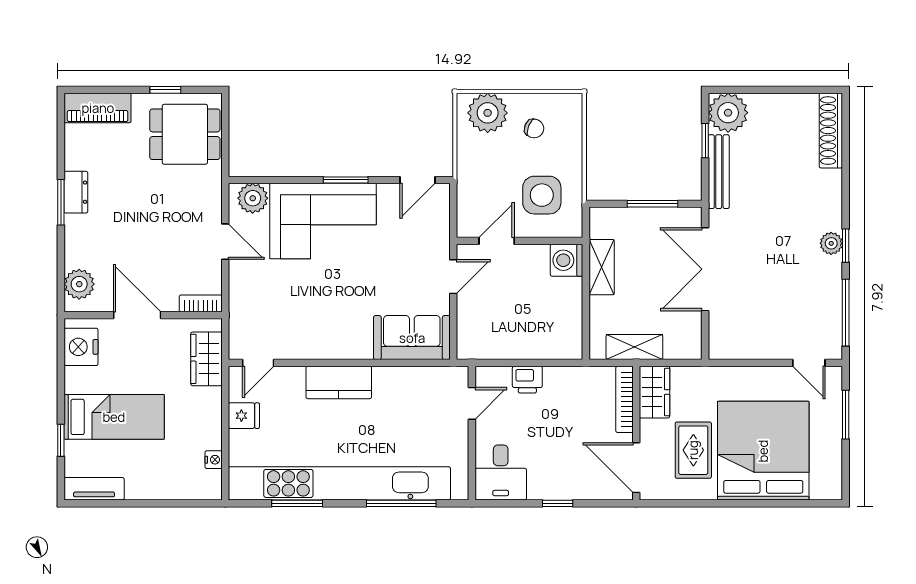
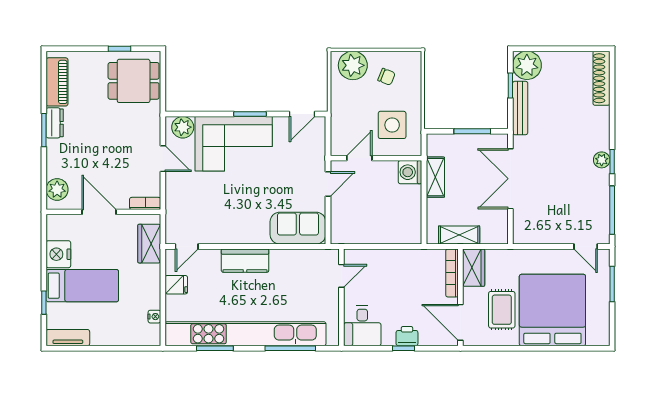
piano: (98, 108) -> (57, 82), moved, turned -90
nightstand: (81, 347) -> (58, 254), moved
printer: (527, 380) -> (407, 336), moved, turned 180

